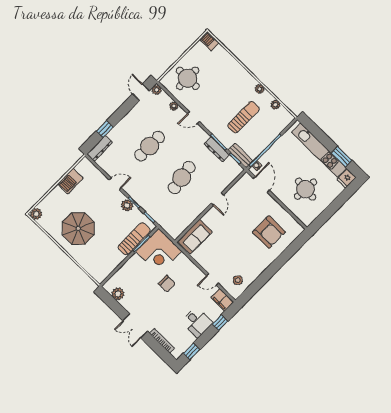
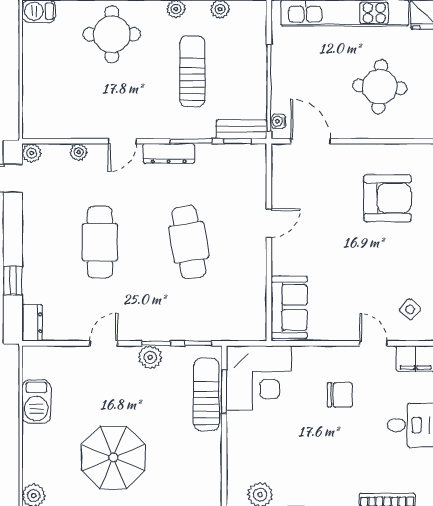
round table: (188, 78) -> (112, 34), moved
dresser: (100, 148) -> (32, 323), width x0.70
dresser: (217, 149) -> (169, 153), moved
door: (217, 199) -> (269, 223), hinge flipped
door: (212, 279) -> (373, 343), swing flipped
chair: (167, 284) -> (340, 395), moved

